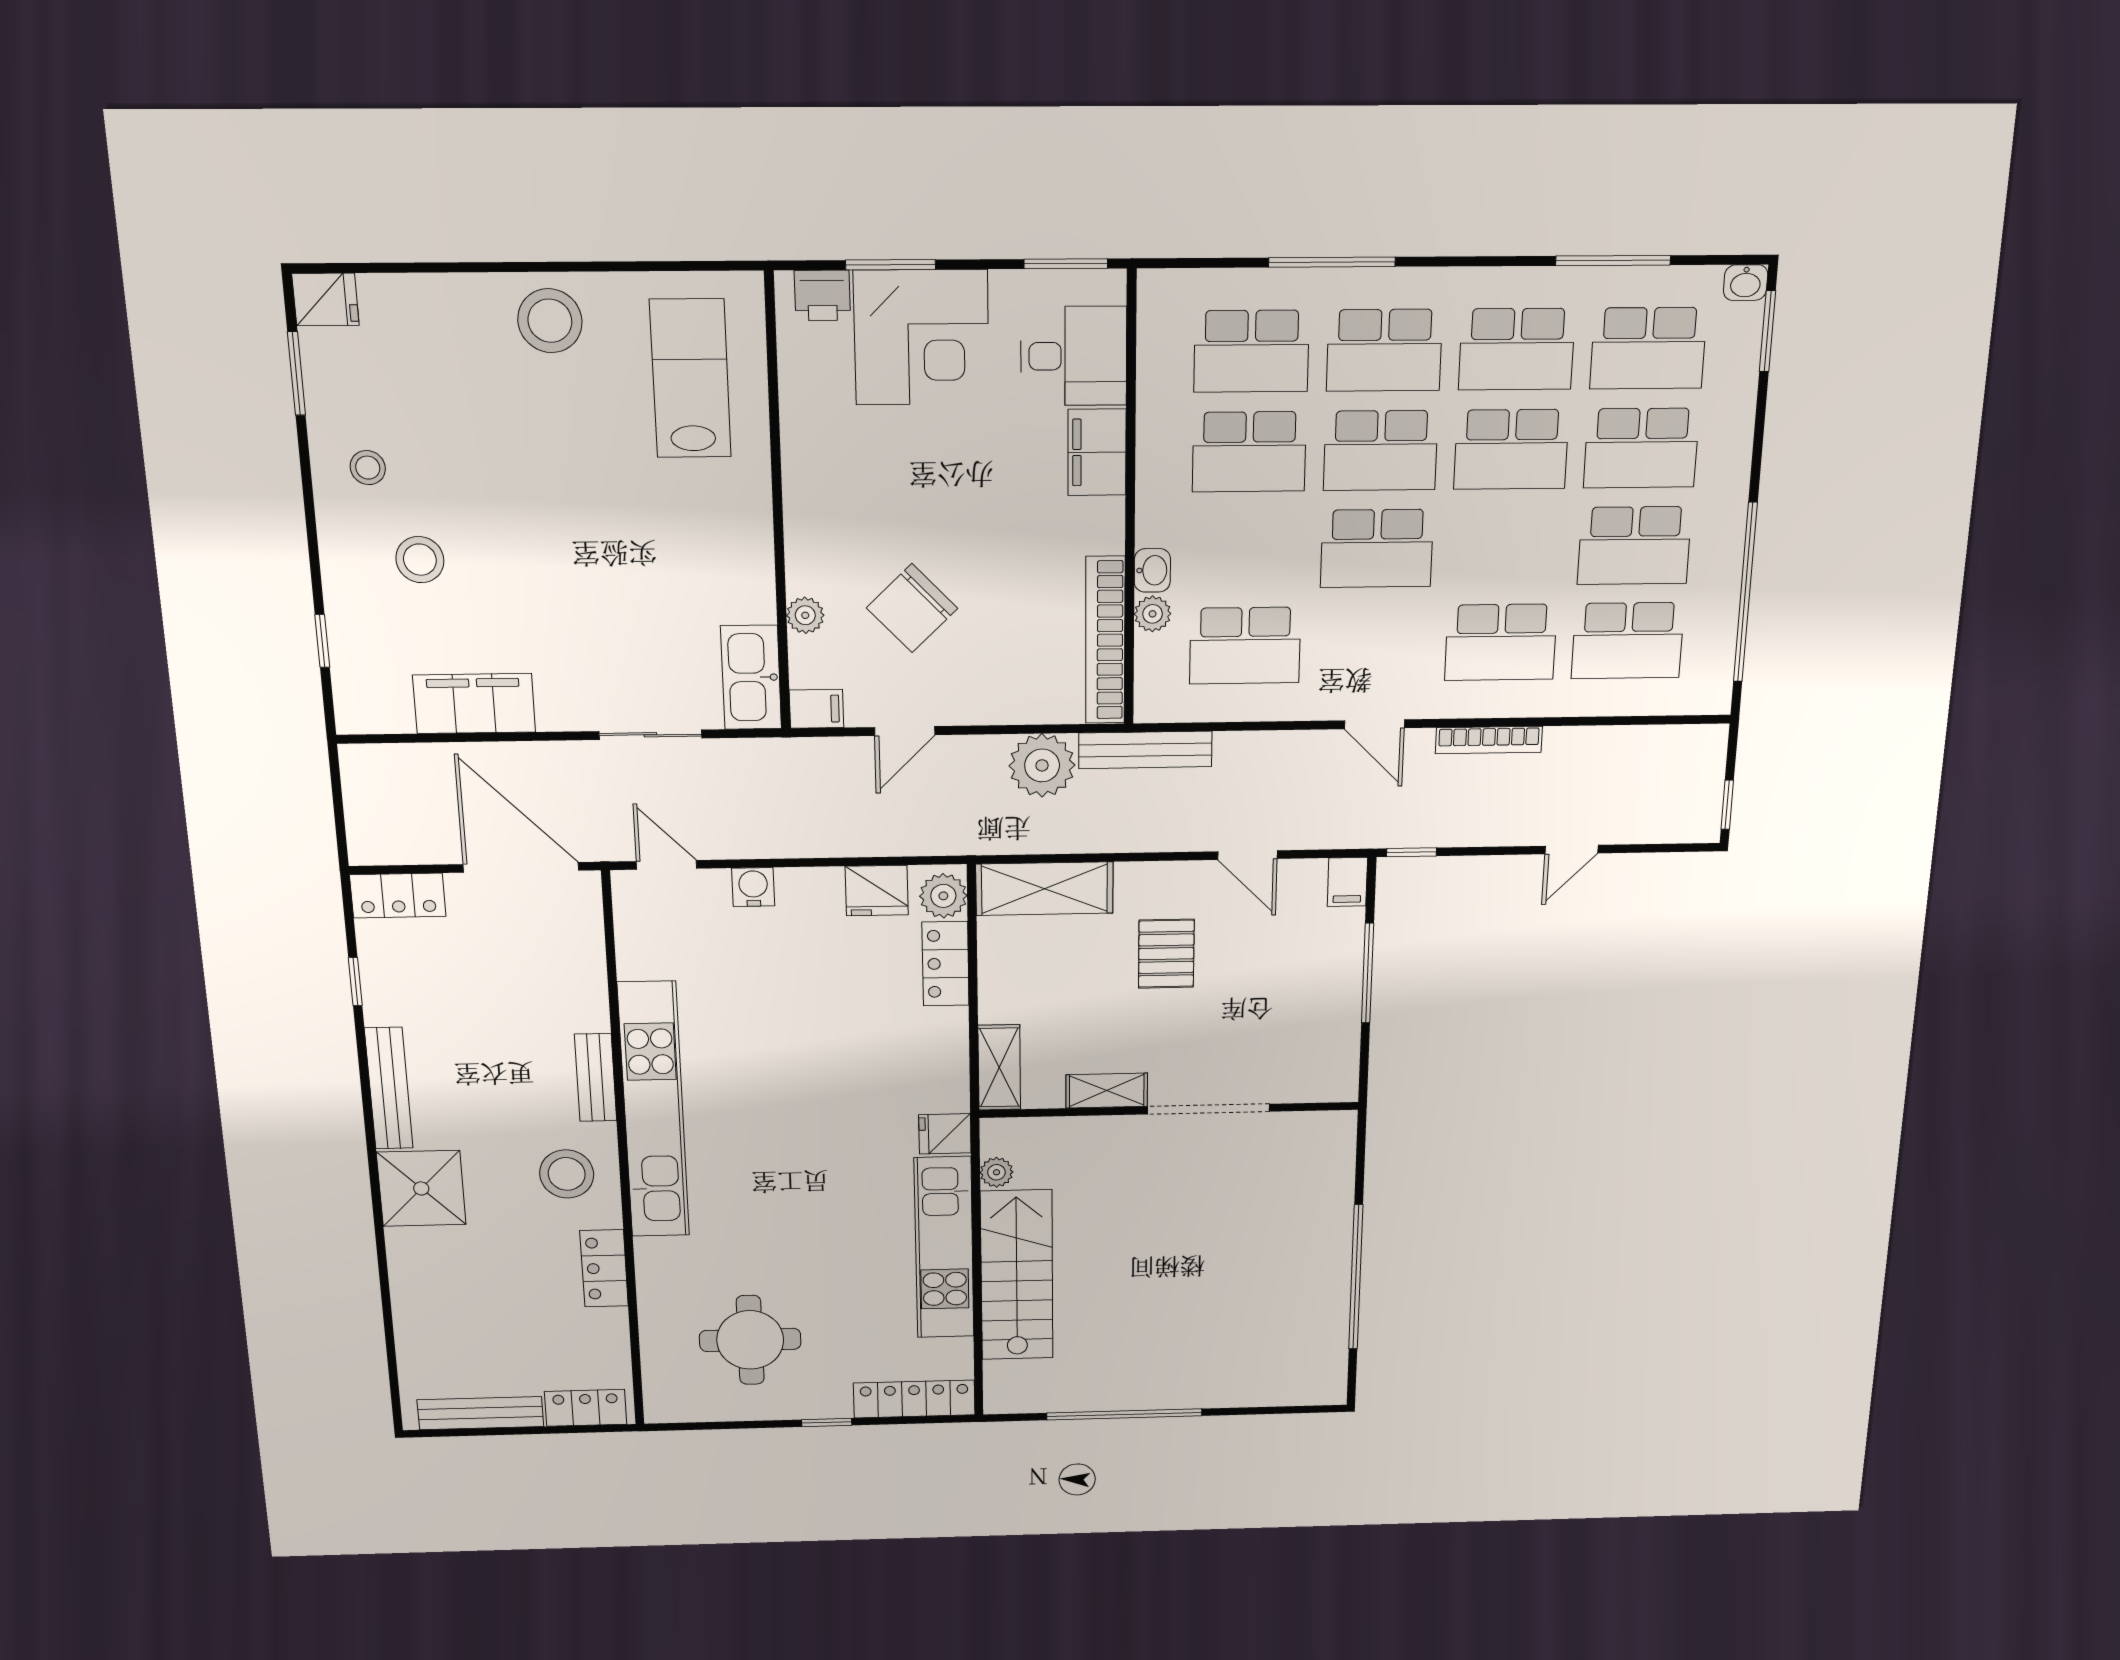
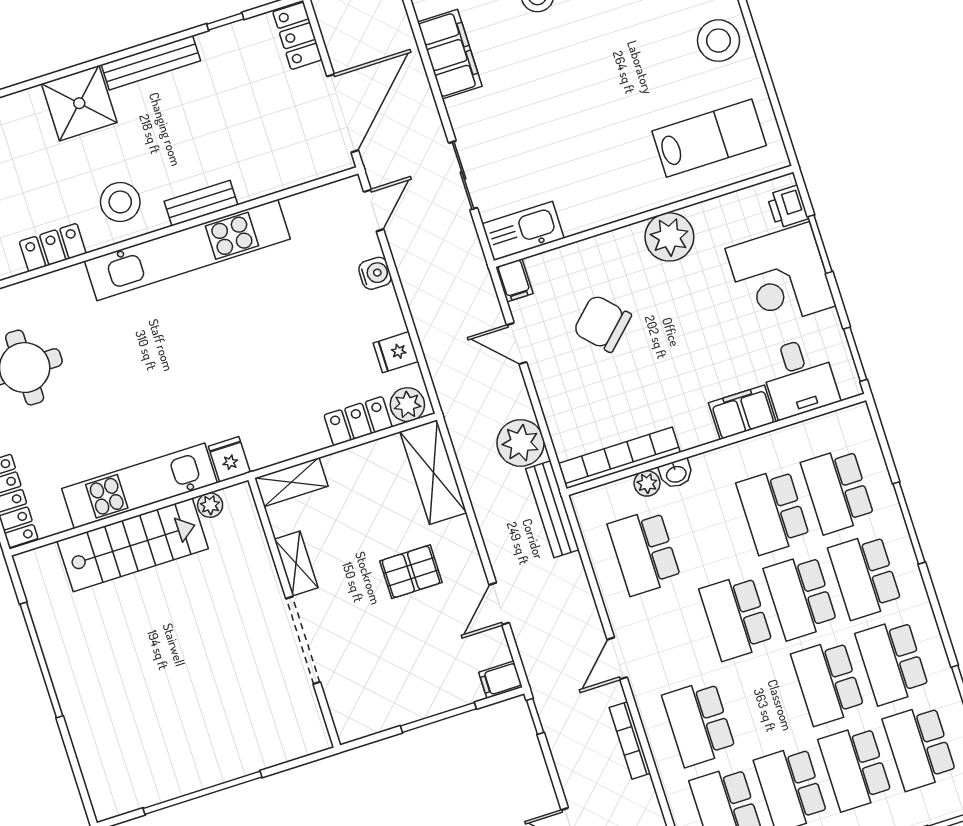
plant: (805, 615) -> (669, 237), moved, width x1.87, depth x1.87
fridge: (877, 891) -> (396, 352), width x0.72

